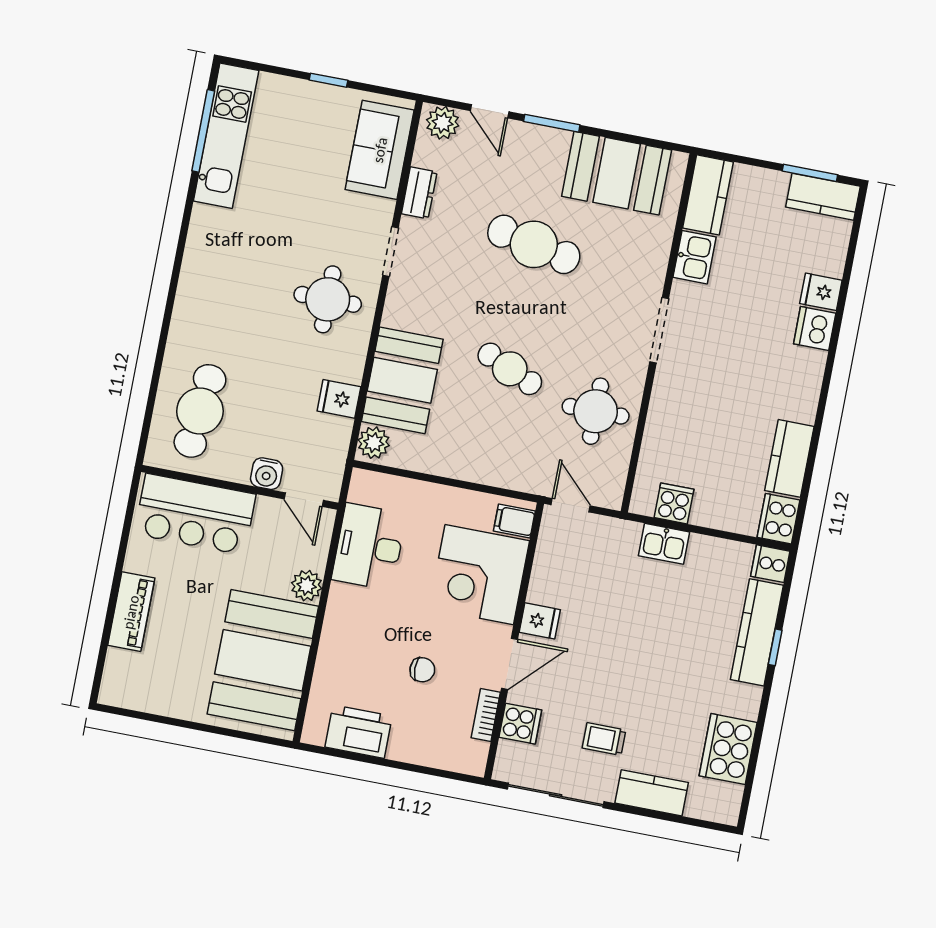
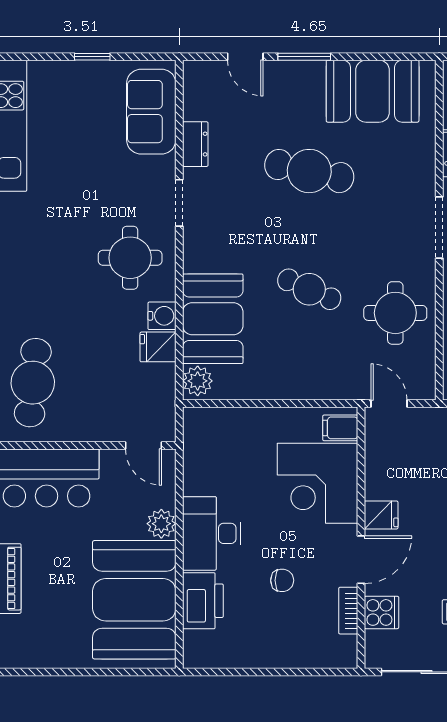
plant: (443, 123) -> (204, 76), removed
water cooler: (267, 474) -> (162, 316), moved, turned -90
desk: (369, 547) -> (212, 533), moved
printer: (359, 732) -> (203, 601), moved, turned 90

